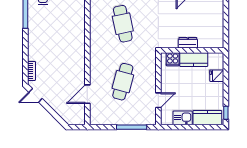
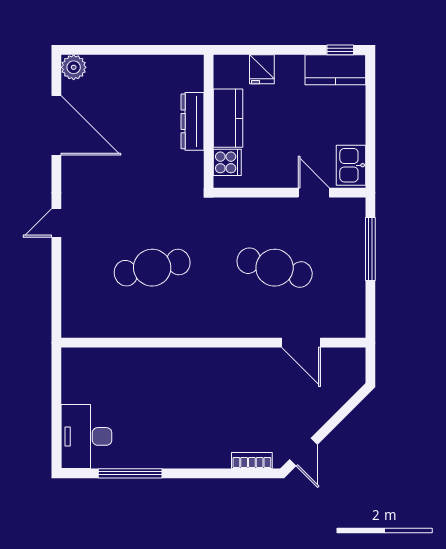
dresser: (188, 43) -> (192, 121), width x1.44
kitchen sink: (183, 118) -> (351, 165), moved
kitchen counter: (207, 118) -> (335, 70), moved, turned -90

